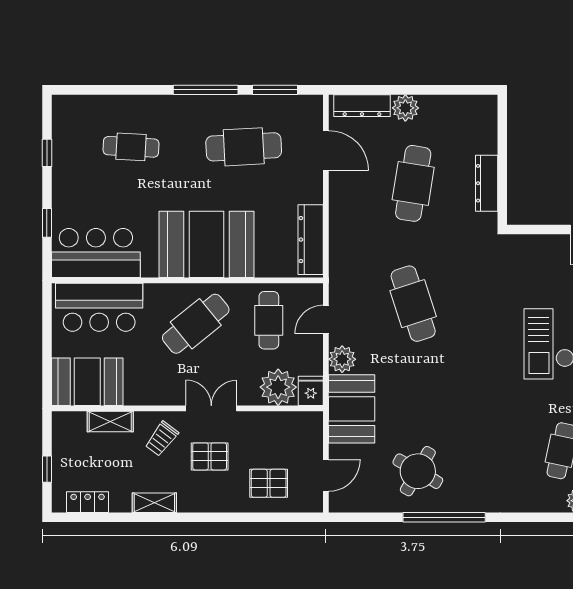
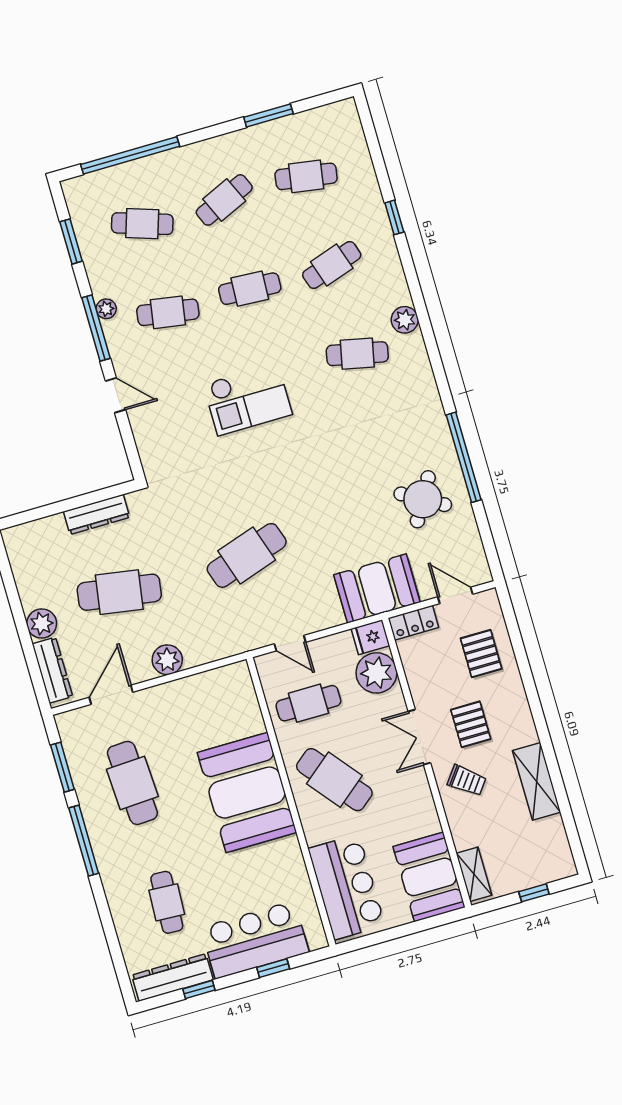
dresser: (311, 240) -> (173, 977), moved, turned 180
bar counter: (96, 253) -> (255, 940), moved, turned 90
plant: (342, 359) -> (167, 660), moved
shelving: (110, 421) -> (474, 874), moved
locker: (88, 502) -> (413, 623), moved, turned -90
shelving: (154, 503) -> (537, 781), width x1.50, depth x1.33

